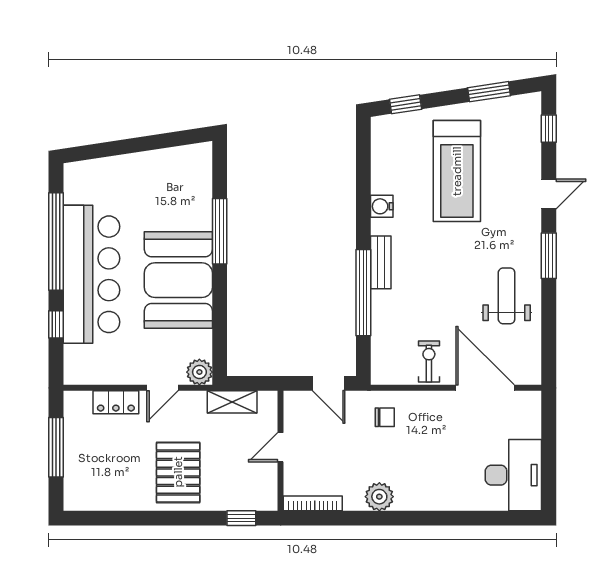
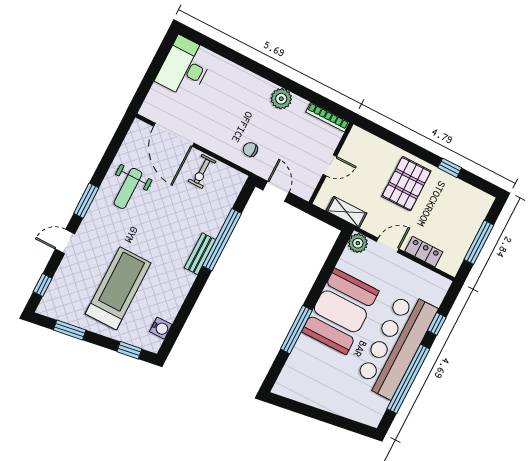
water cooler: (382, 206) -> (161, 328), moved
window: (241, 518) -> (450, 168), moved

